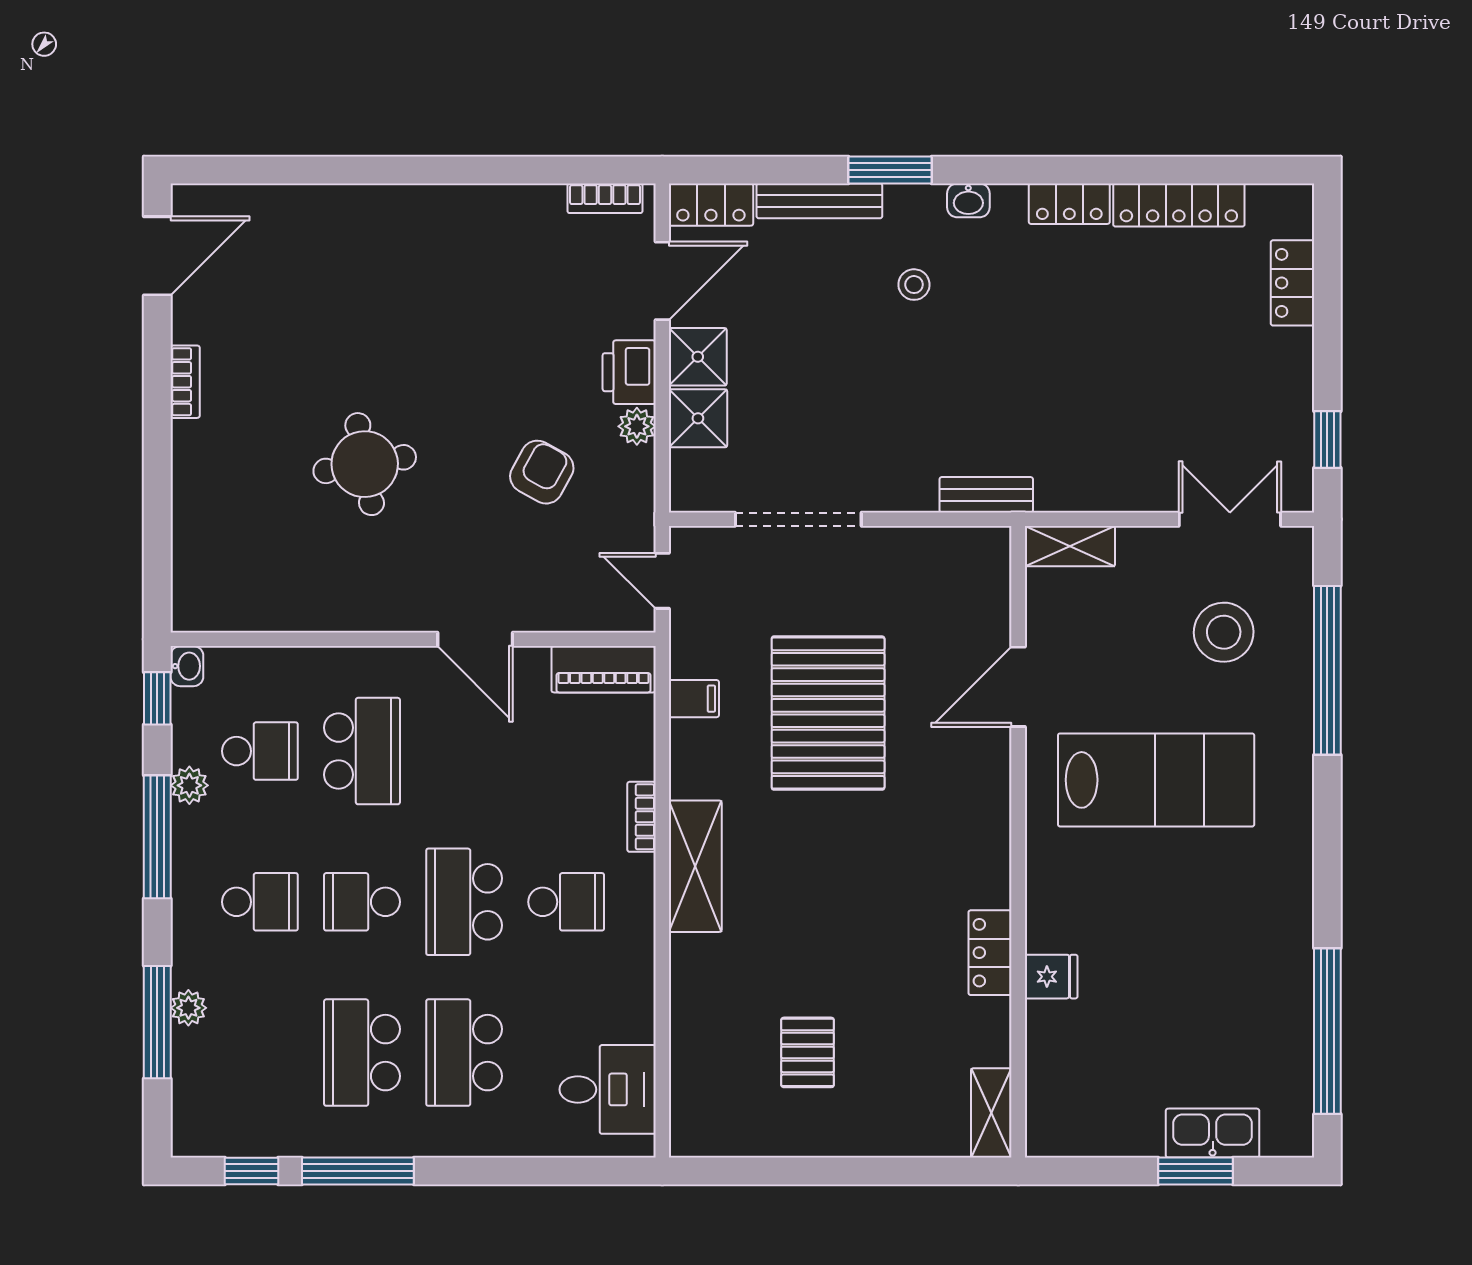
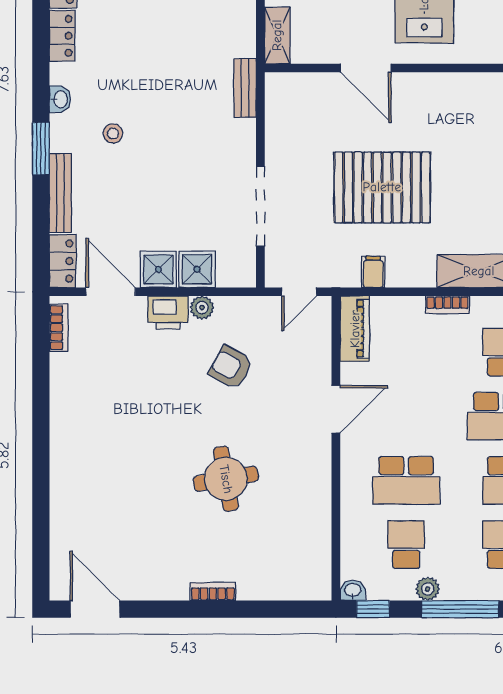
bookcase: (185, 382) -> (213, 592), moved
school desk: (362, 751) -> (406, 480), turned 180

